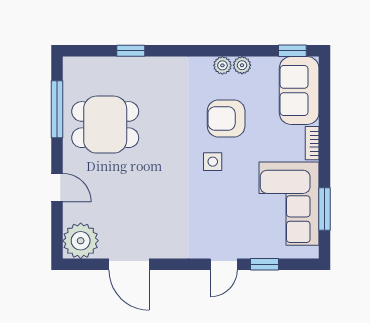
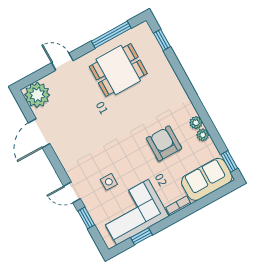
window: (131, 51) -> (162, 40), moved
dining table: (105, 125) -> (118, 70), turned 90
side table: (213, 162) -> (109, 182), moved
door: (57, 187) -> (62, 62), swing flipped
window: (324, 209) -> (141, 236), width x0.67

